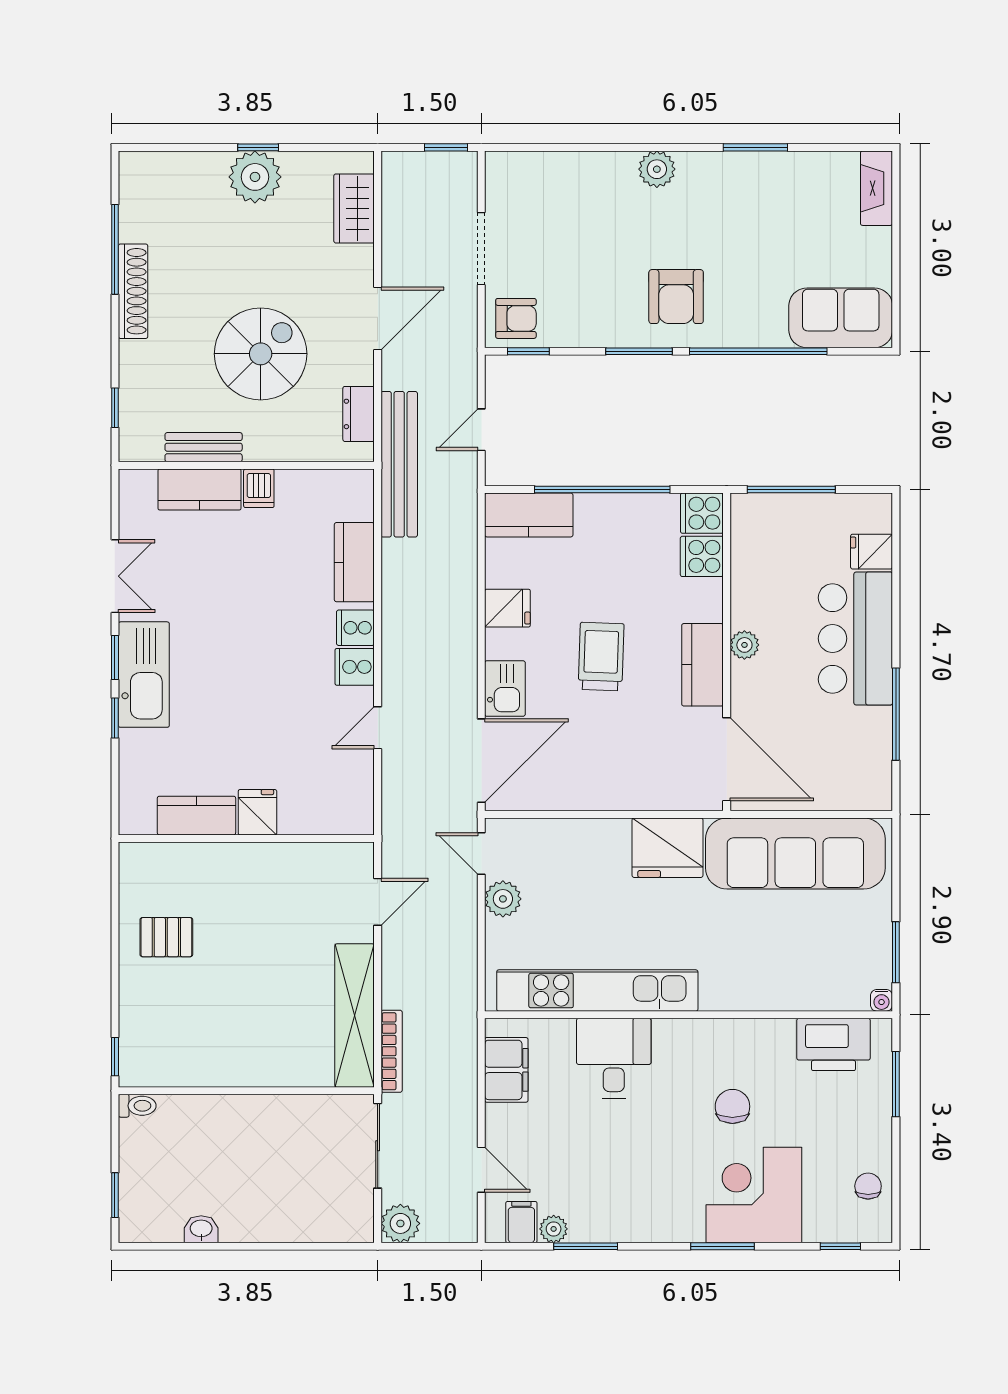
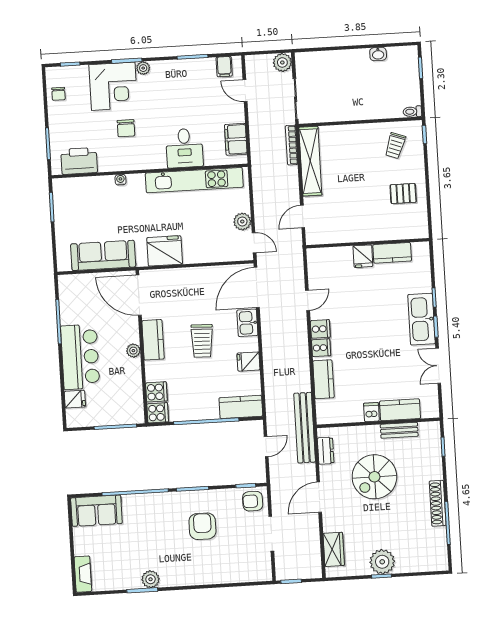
plant: (657, 169) -> (151, 579), moved
armchair: (676, 297) -> (202, 526), moved
sofa: (795, 853) -> (103, 255), width x0.74, depth x0.79
water cooler: (882, 1000) -> (120, 180), moved
trolley: (177, 1037) -> (395, 146), added
plant: (554, 1229) -> (143, 68), moved

